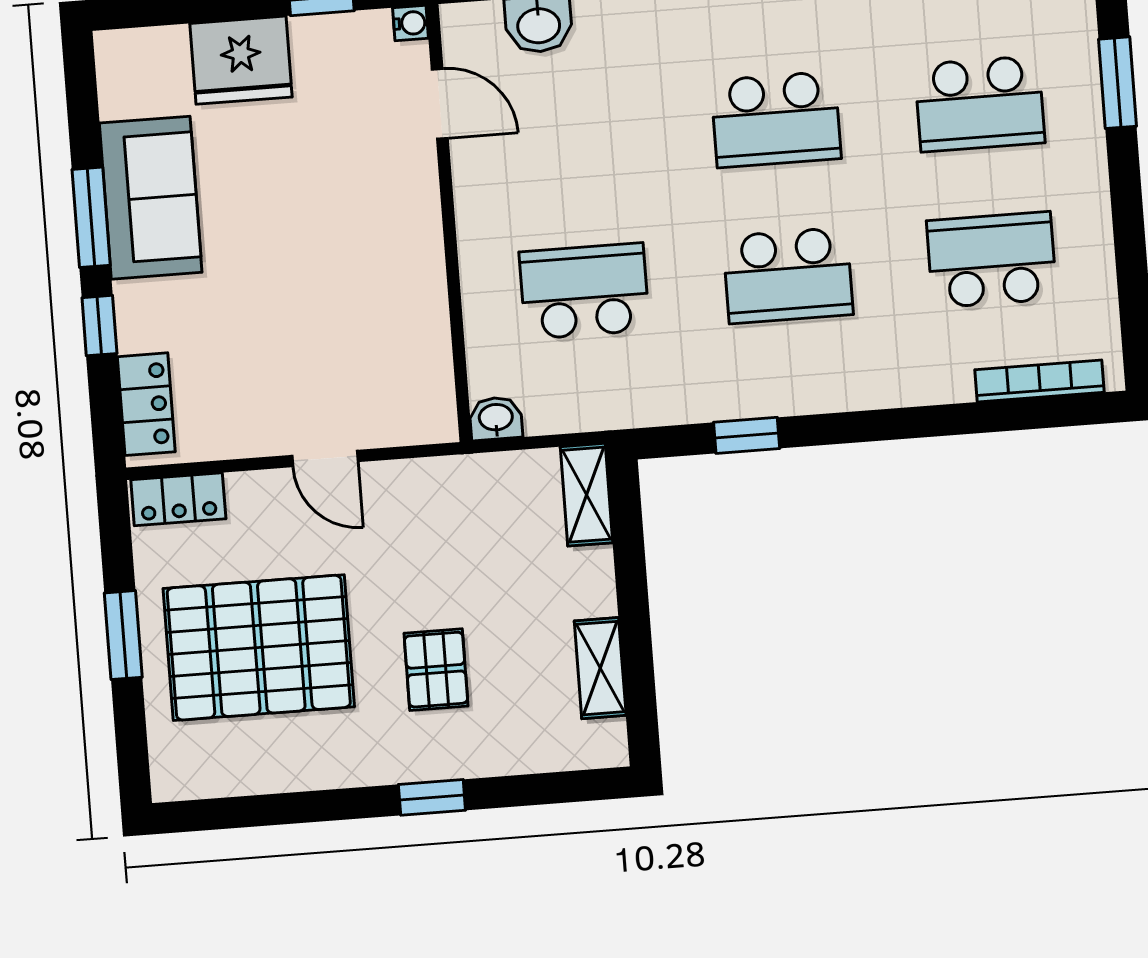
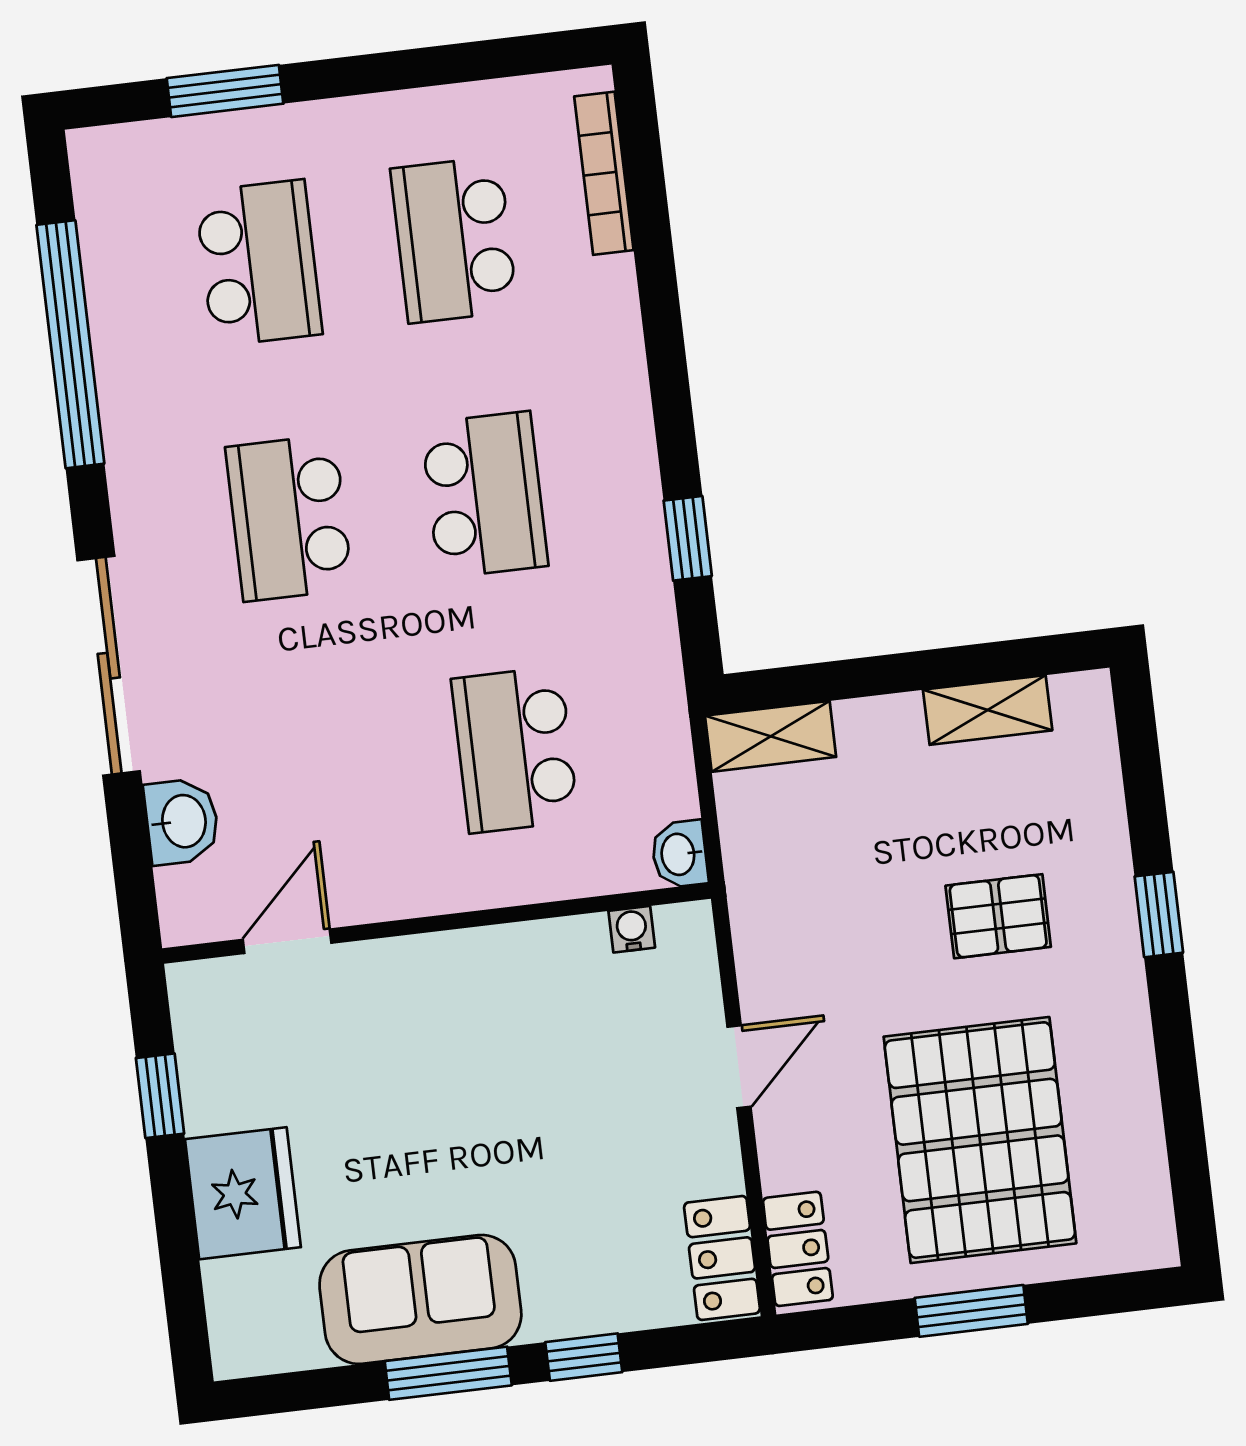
water cooler: (411, 23) -> (632, 929), moved
school desk: (776, 119) -> (289, 518), turned 180
locker: (146, 404) -> (722, 1258), moved, turned -90

